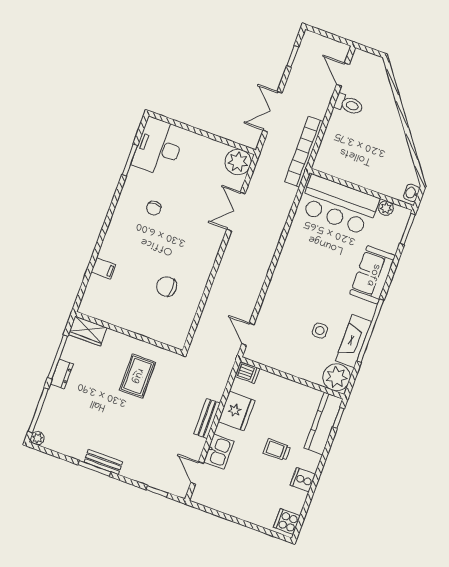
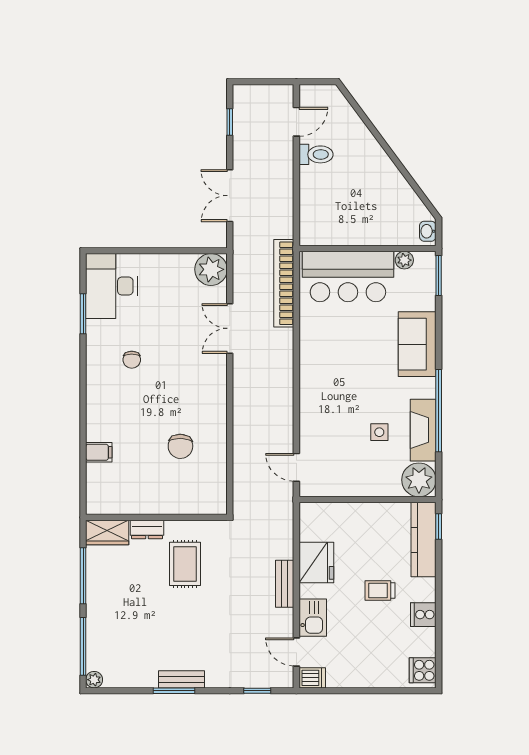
door: (343, 74) -> (296, 122), swing flipped
bookcase: (304, 152) -> (284, 283), moved
chair: (167, 286) -> (180, 446), turned -88
dishwasher: (247, 372) -> (312, 678), moved
dresser: (62, 374) -> (147, 529), moved, turned 90

